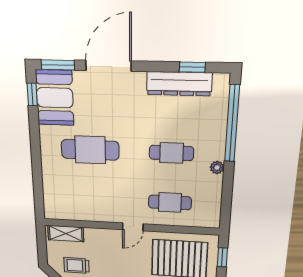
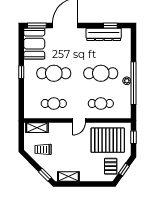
window: (32, 95) -> (21, 72), moved
window: (232, 124) -> (133, 83), moved
cafe table: (171, 153) -> (101, 73), width x1.37, depth x1.35
cafe table: (91, 199) -> (54, 103), added

